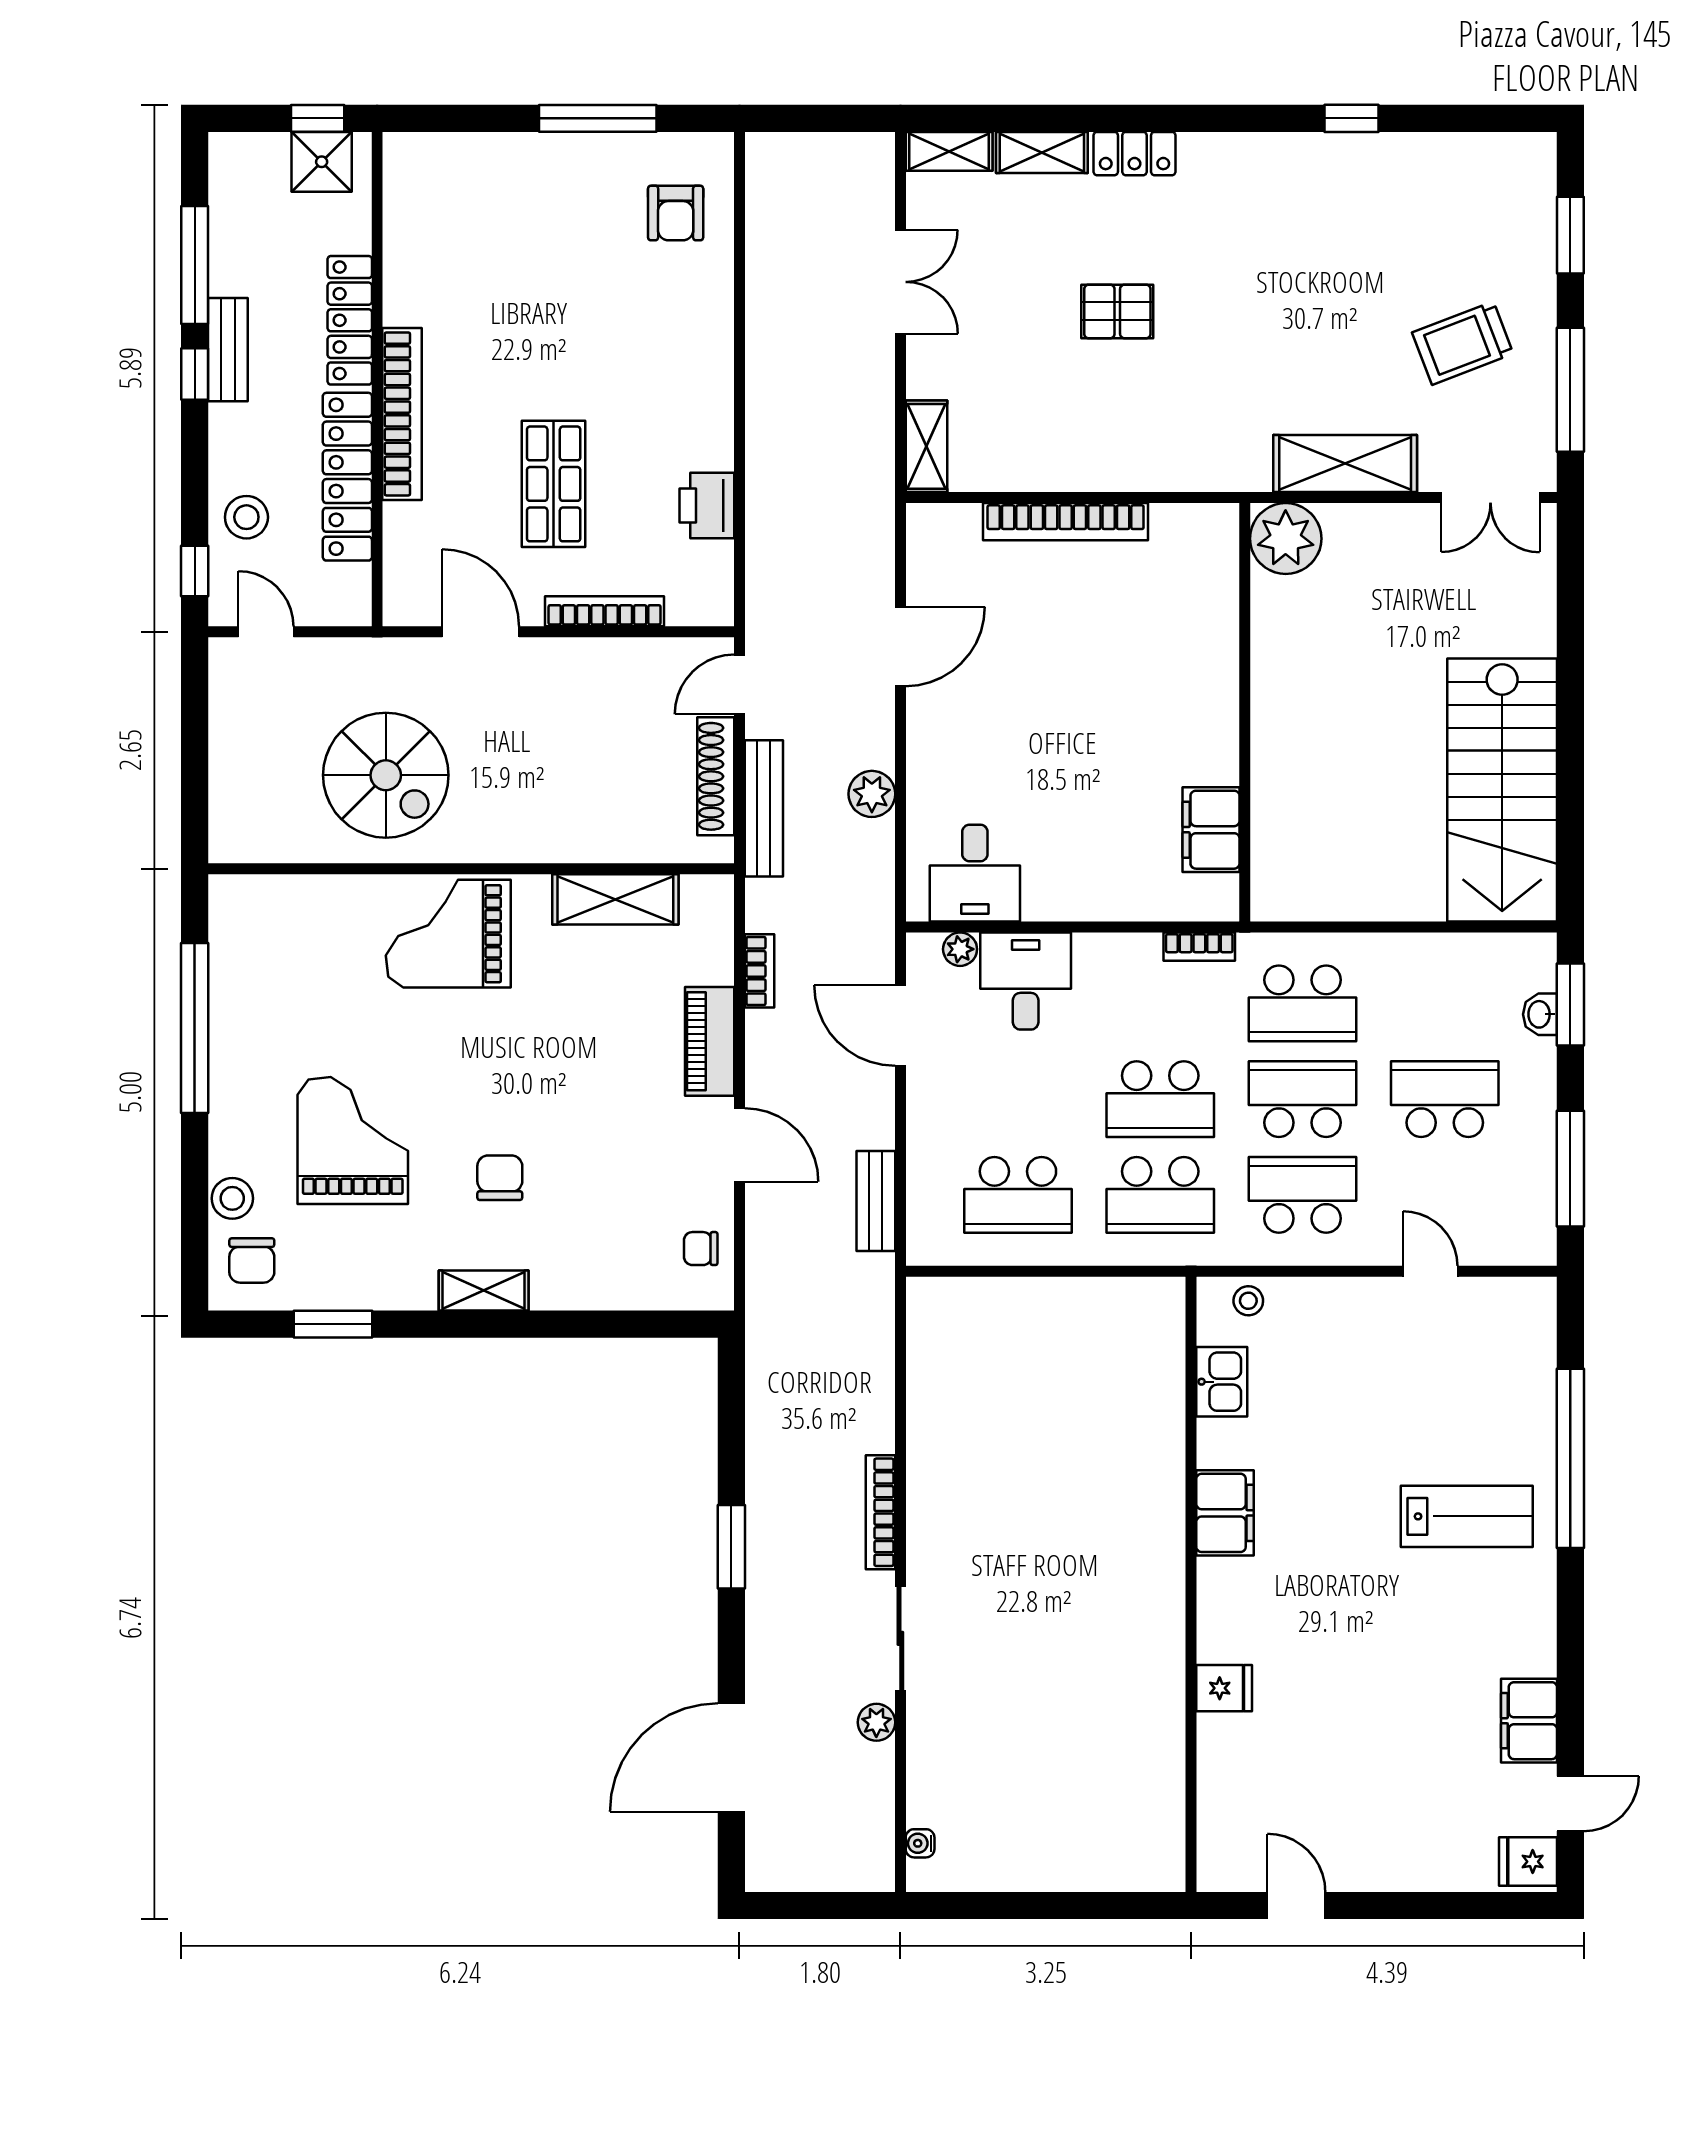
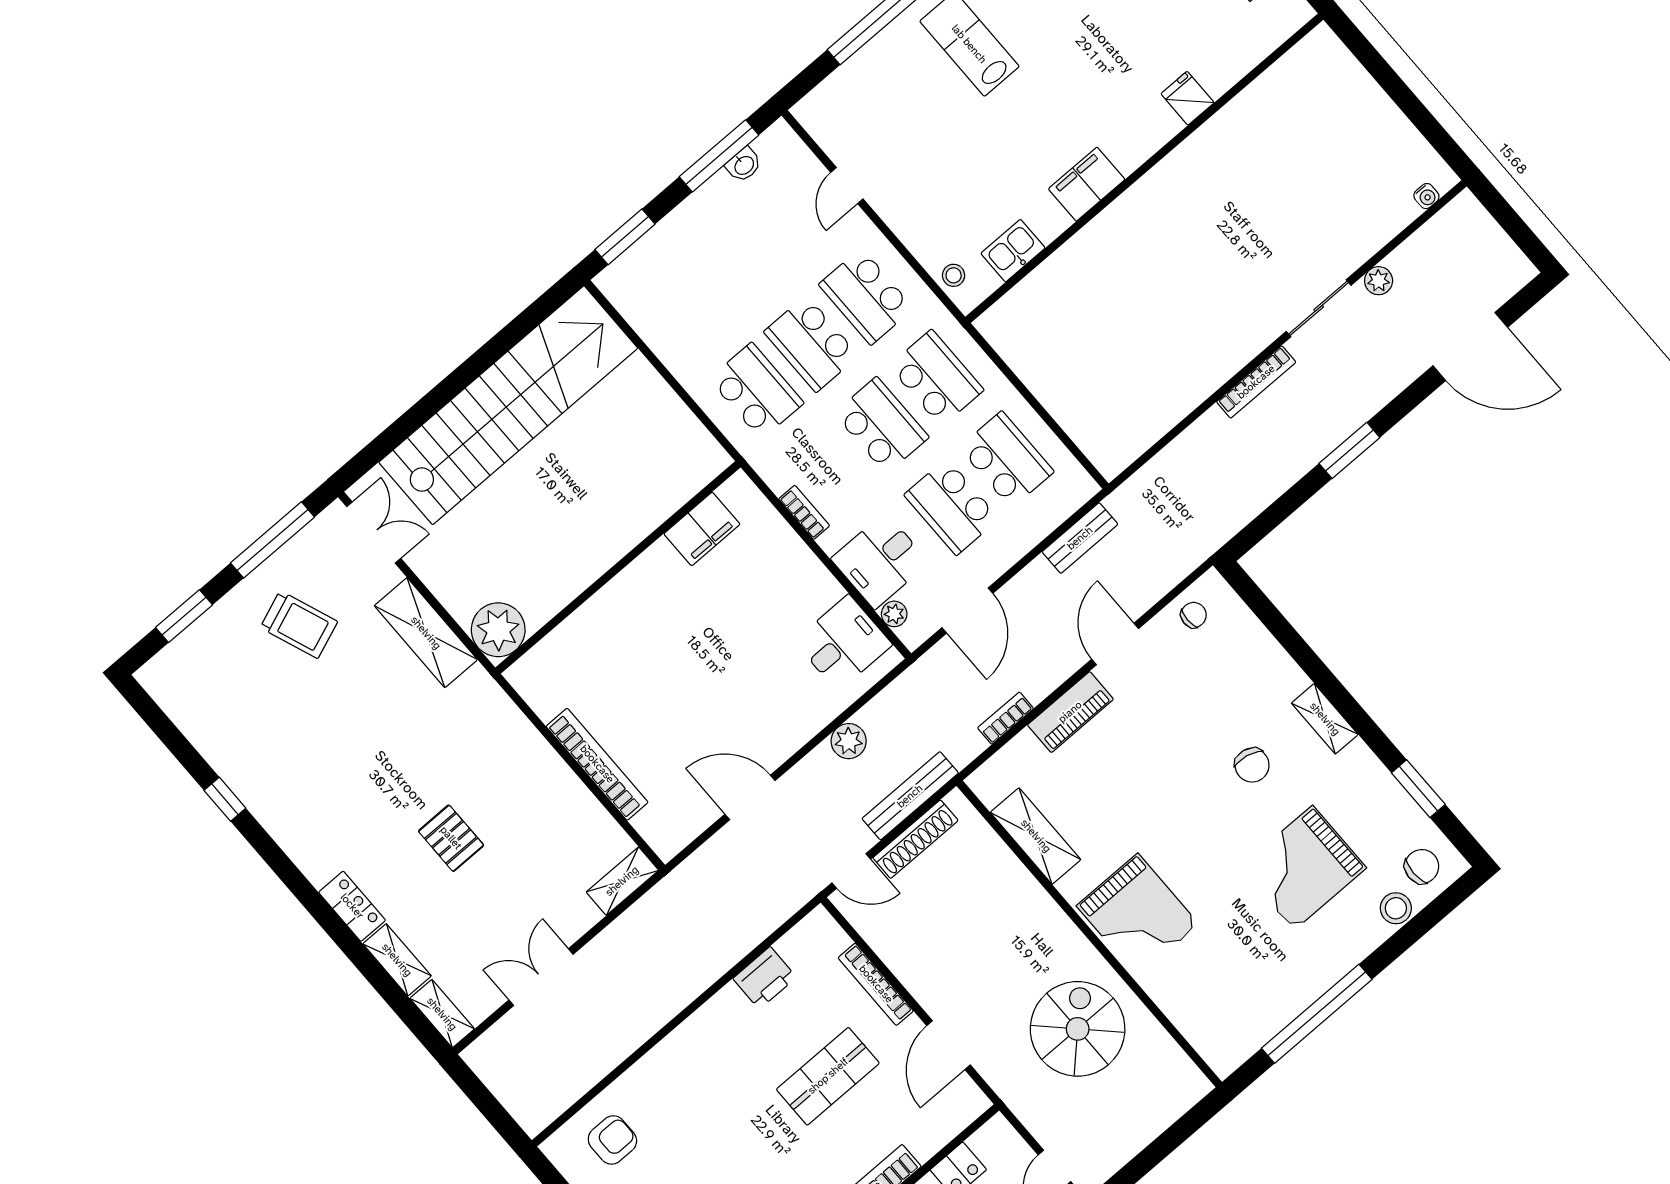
stairs: (1502, 790) -> (508, 405), width x1.36
bookcase: (1199, 947) -> (804, 512), moved
washbasin: (1540, 1014) -> (744, 165), moved
school desk: (1445, 1099) -> (952, 507), moved
chair: (500, 1178) -> (1252, 765), turned -78
chair: (701, 1249) -> (1194, 615), turned -90

